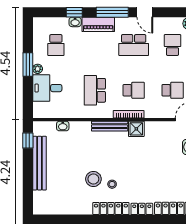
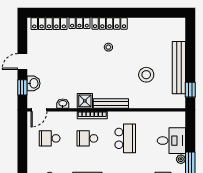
washbasin: (63, 126) -> (63, 104), moved
stool: (93, 179) -> (146, 75), moved

